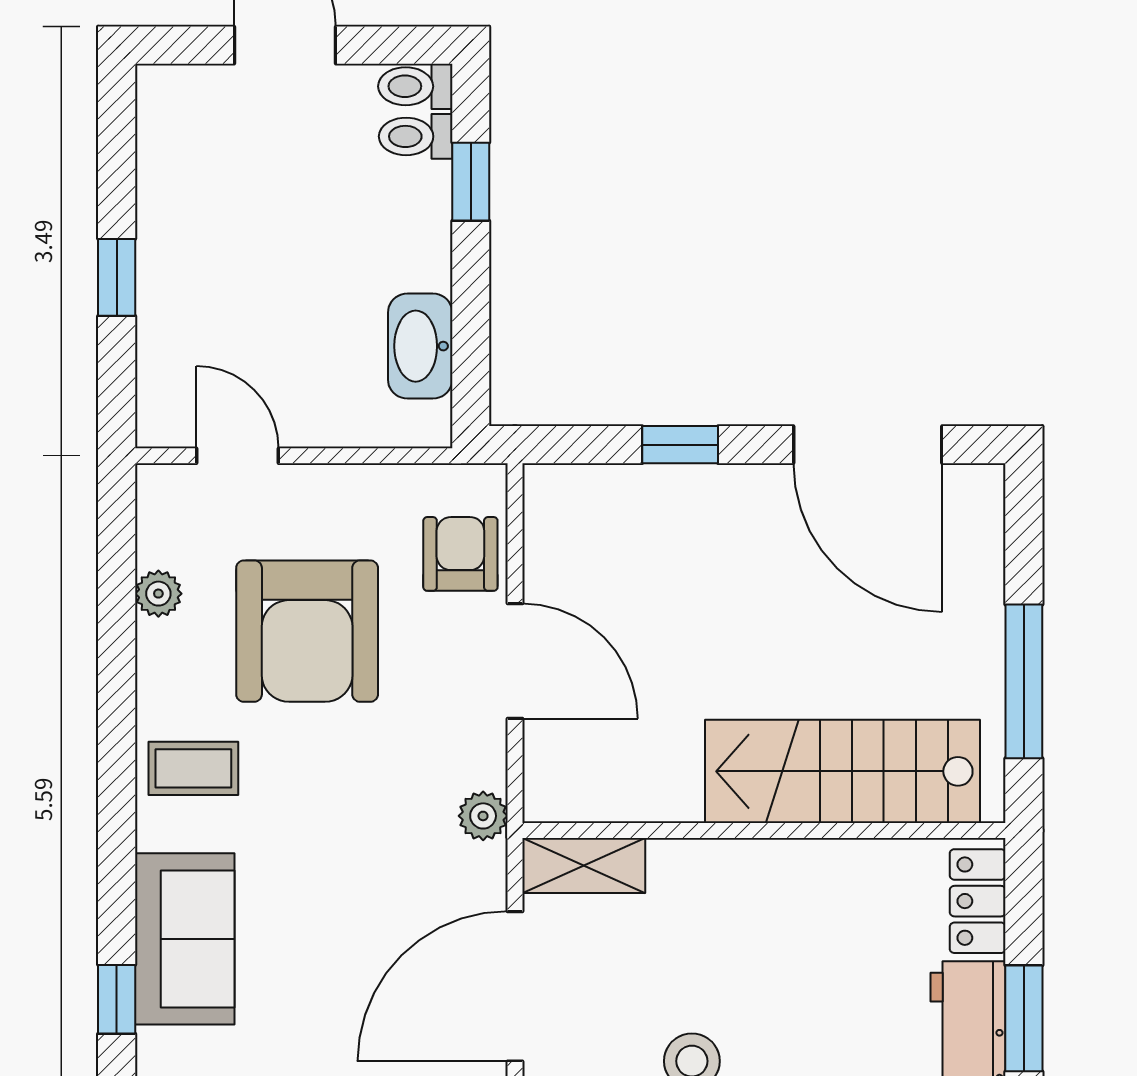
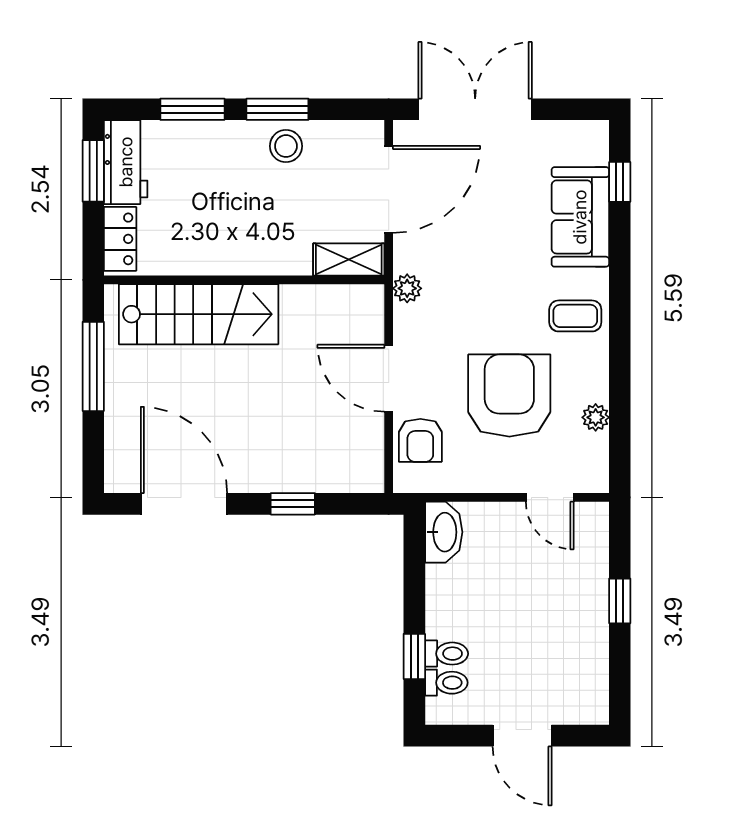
toilet: (415, 86) -> (447, 654), moved
washbasin: (420, 346) -> (444, 532), moved

